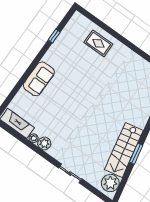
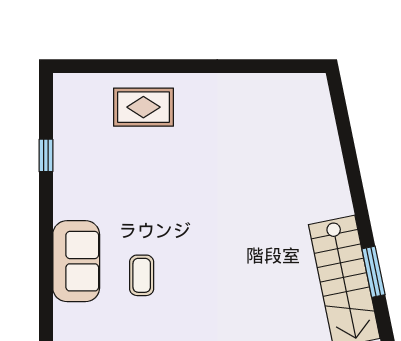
coffee table: (57, 99) -> (142, 275), added

